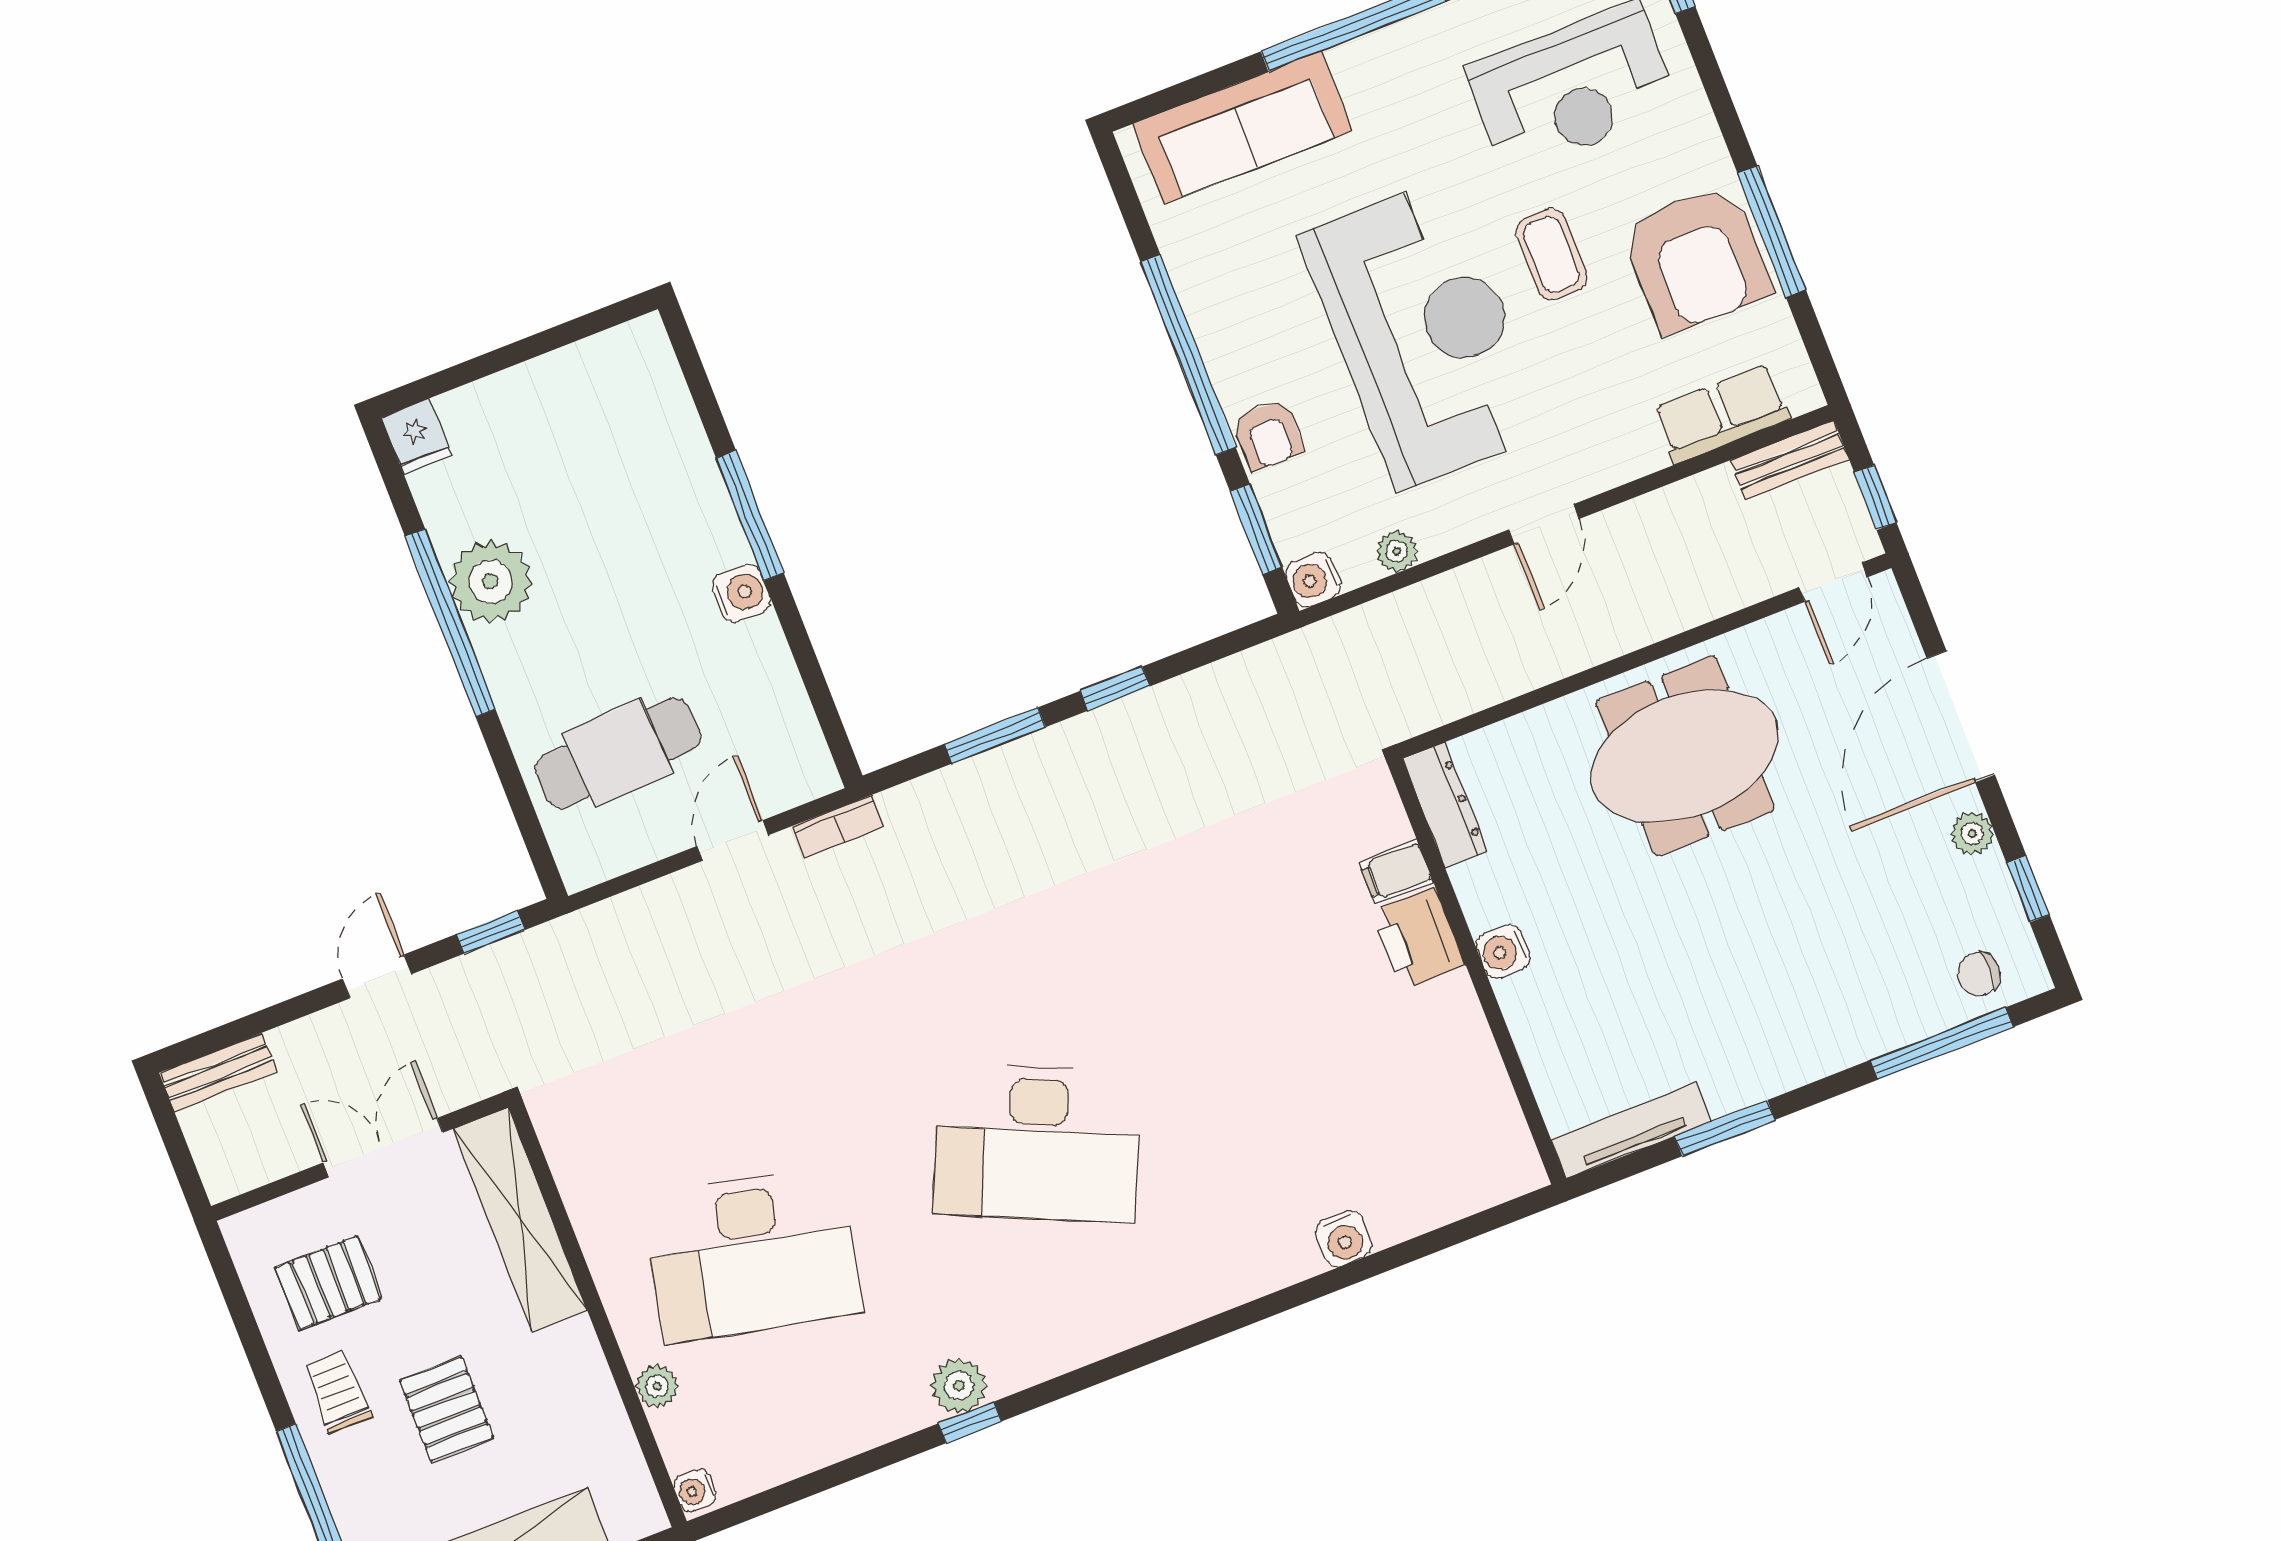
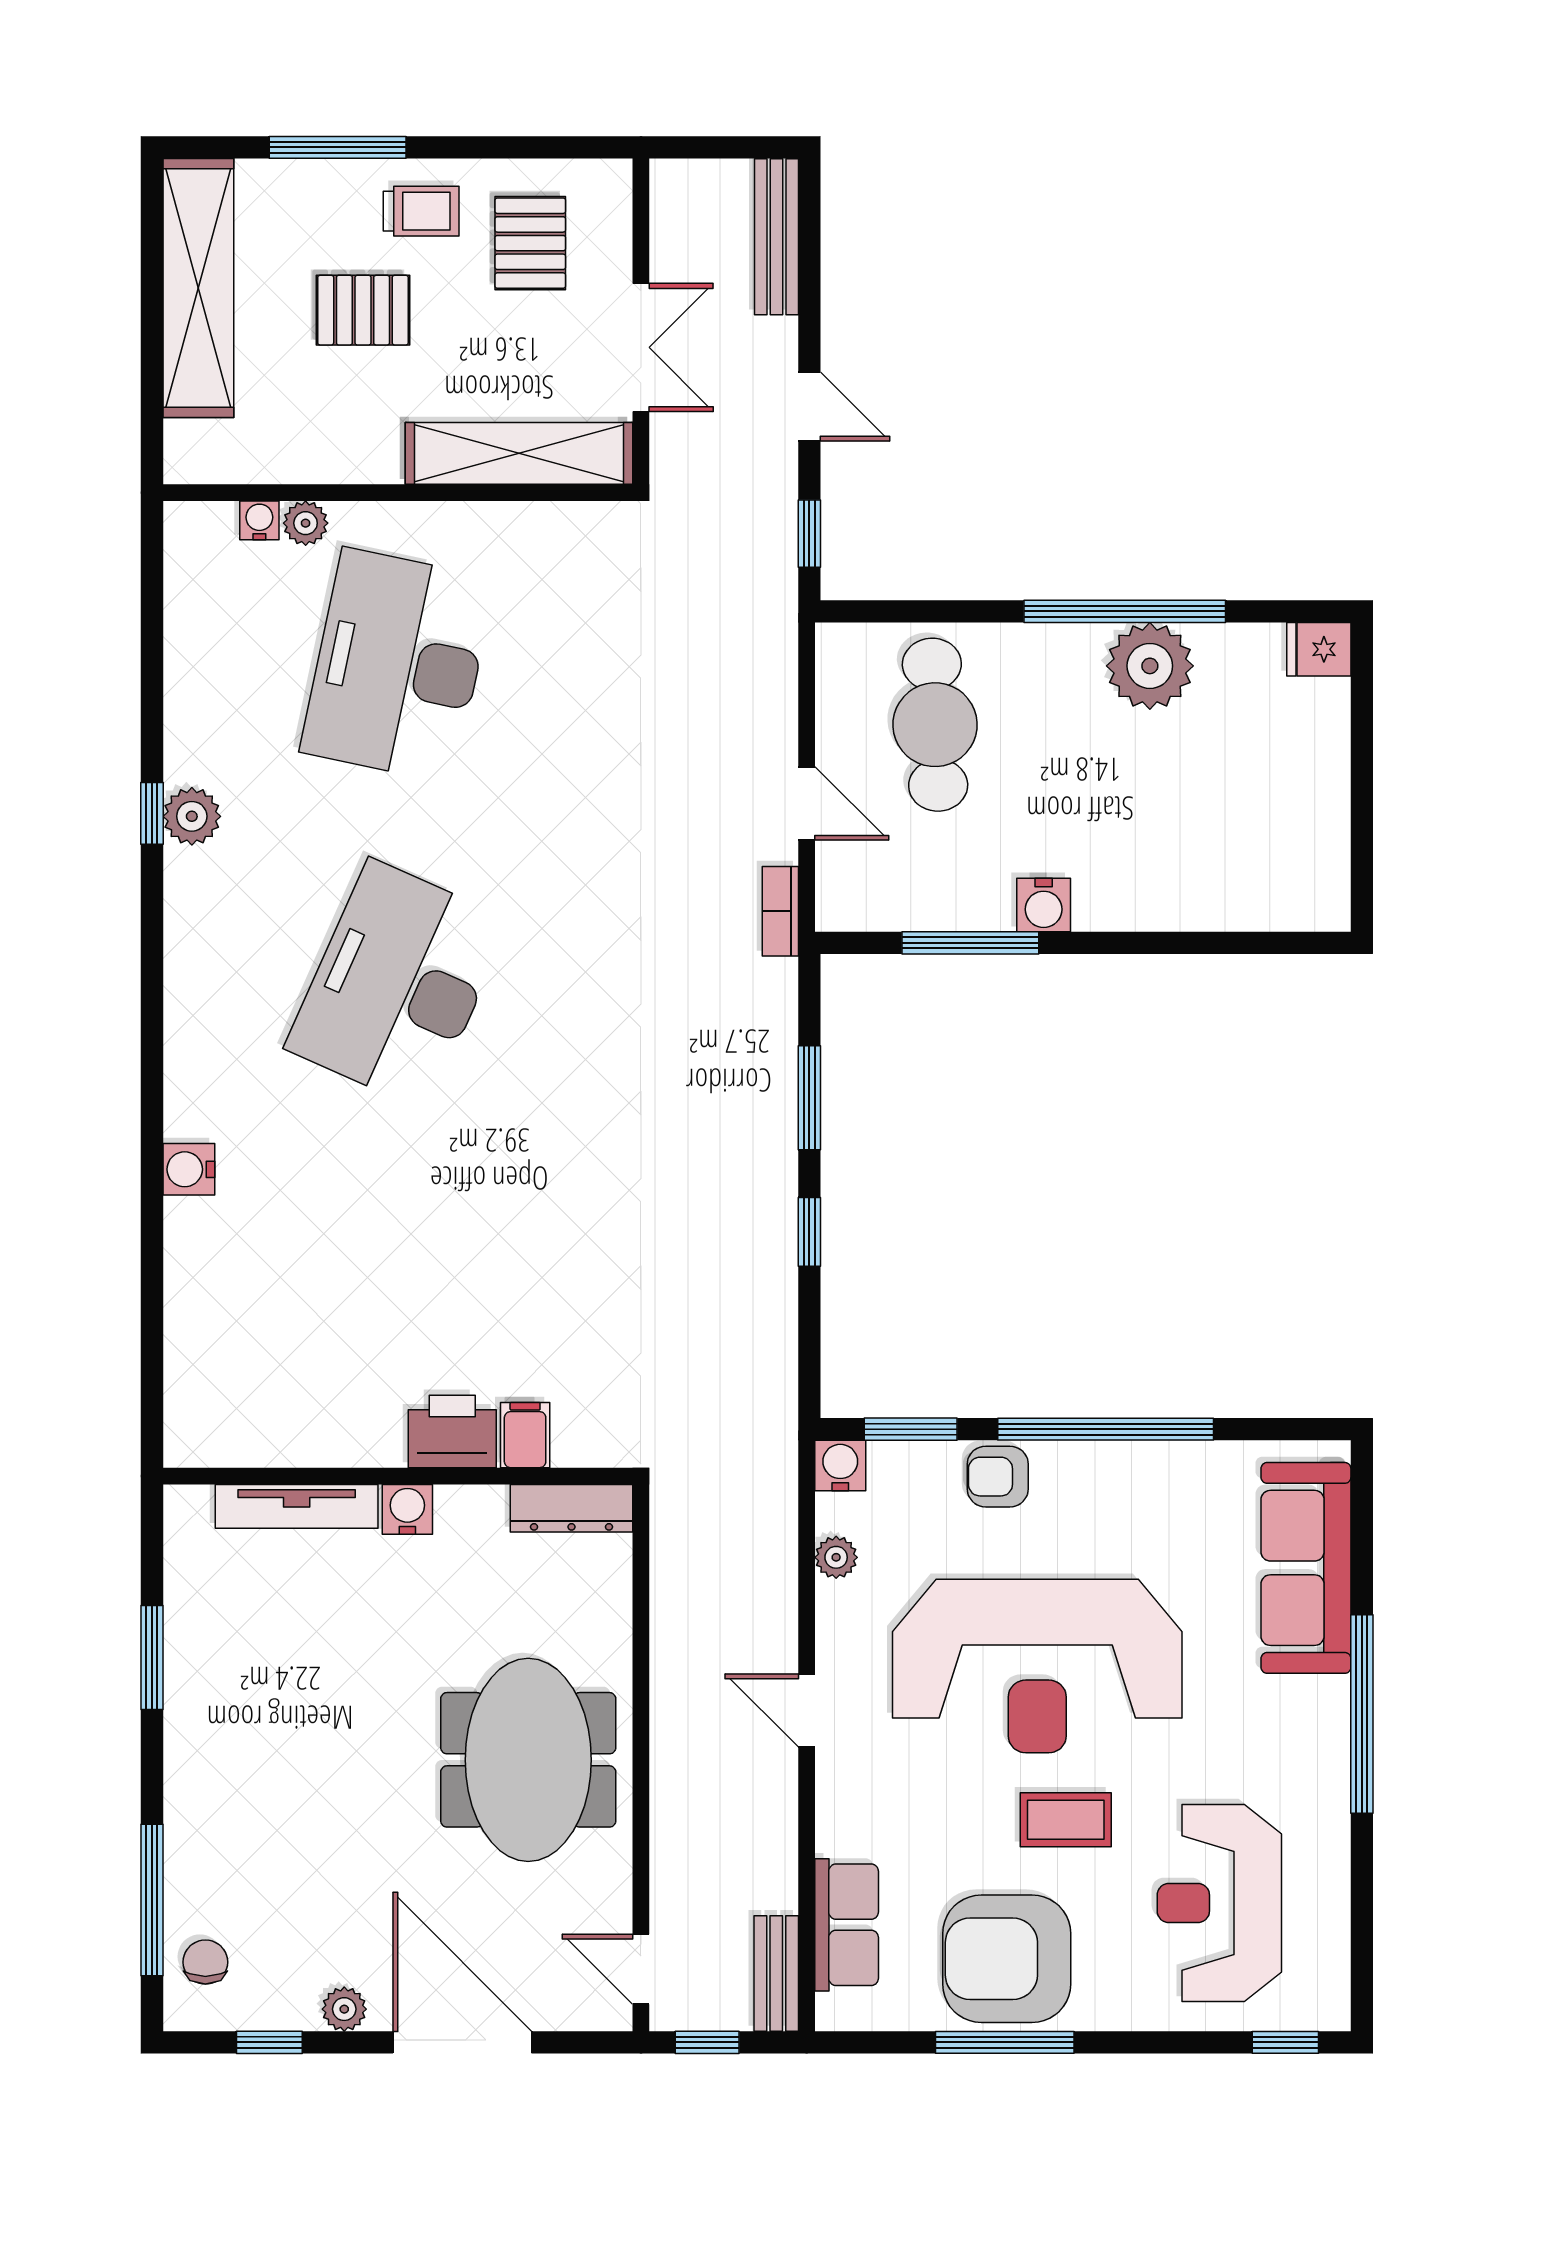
window: (750, 516) -> (970, 943), moved
bench: (218, 1072) -> (776, 237), width x1.36
tv unit: (1631, 1131) -> (297, 1506), moved, turned 90
water cooler: (1344, 1239) -> (189, 1169), moved
water cooler: (695, 1491) -> (259, 520), moved

